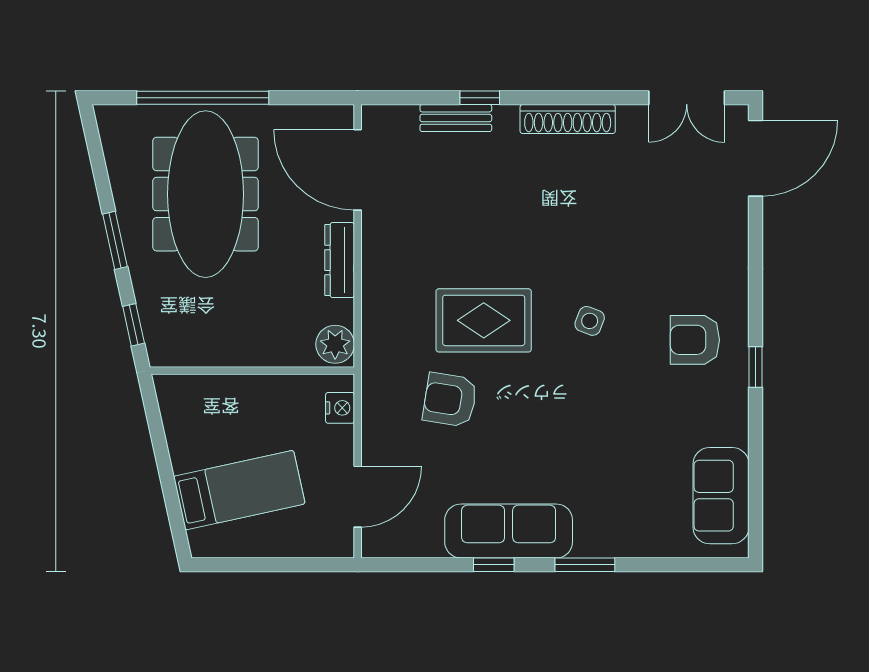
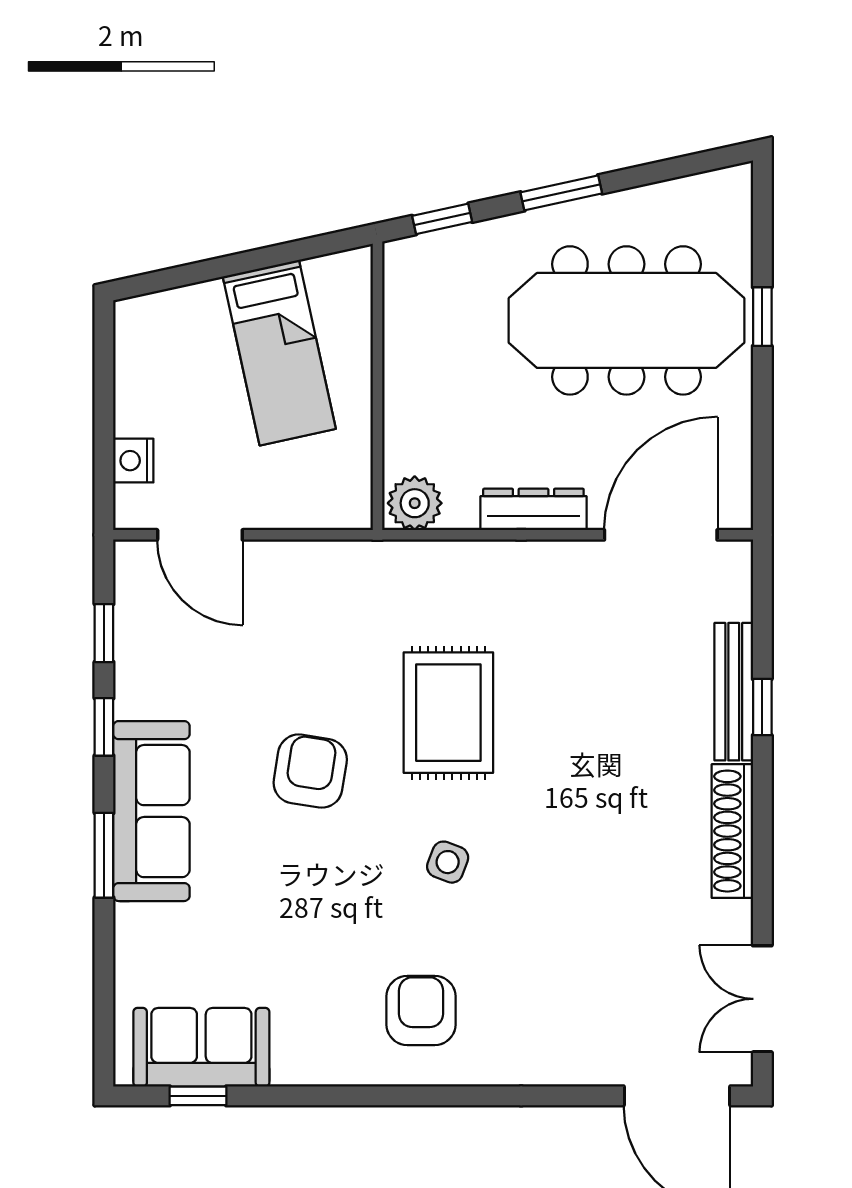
window: (203, 98) -> (762, 317), width x0.32
bench: (456, 118) -> (734, 692), width x1.36
window: (755, 367) -> (198, 1096), moved
armchair: (450, 400) -> (310, 771), moved
nightstand: (340, 408) -> (133, 461), moved, turned 90
bed: (239, 490) -> (279, 353), moved
sofa: (509, 531) -> (151, 811), moved
window: (427, 565) -> (104, 633), added

